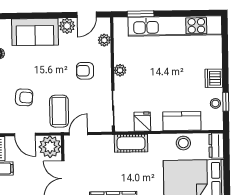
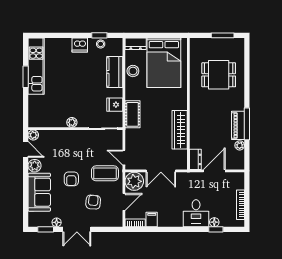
window: (141, 14) -> (26, 77), moved
kitchen unit: (175, 26) -> (36, 66), width x0.73
plant: (104, 40) -> (33, 135), moved
armchair: (85, 71) -> (71, 179), moved

